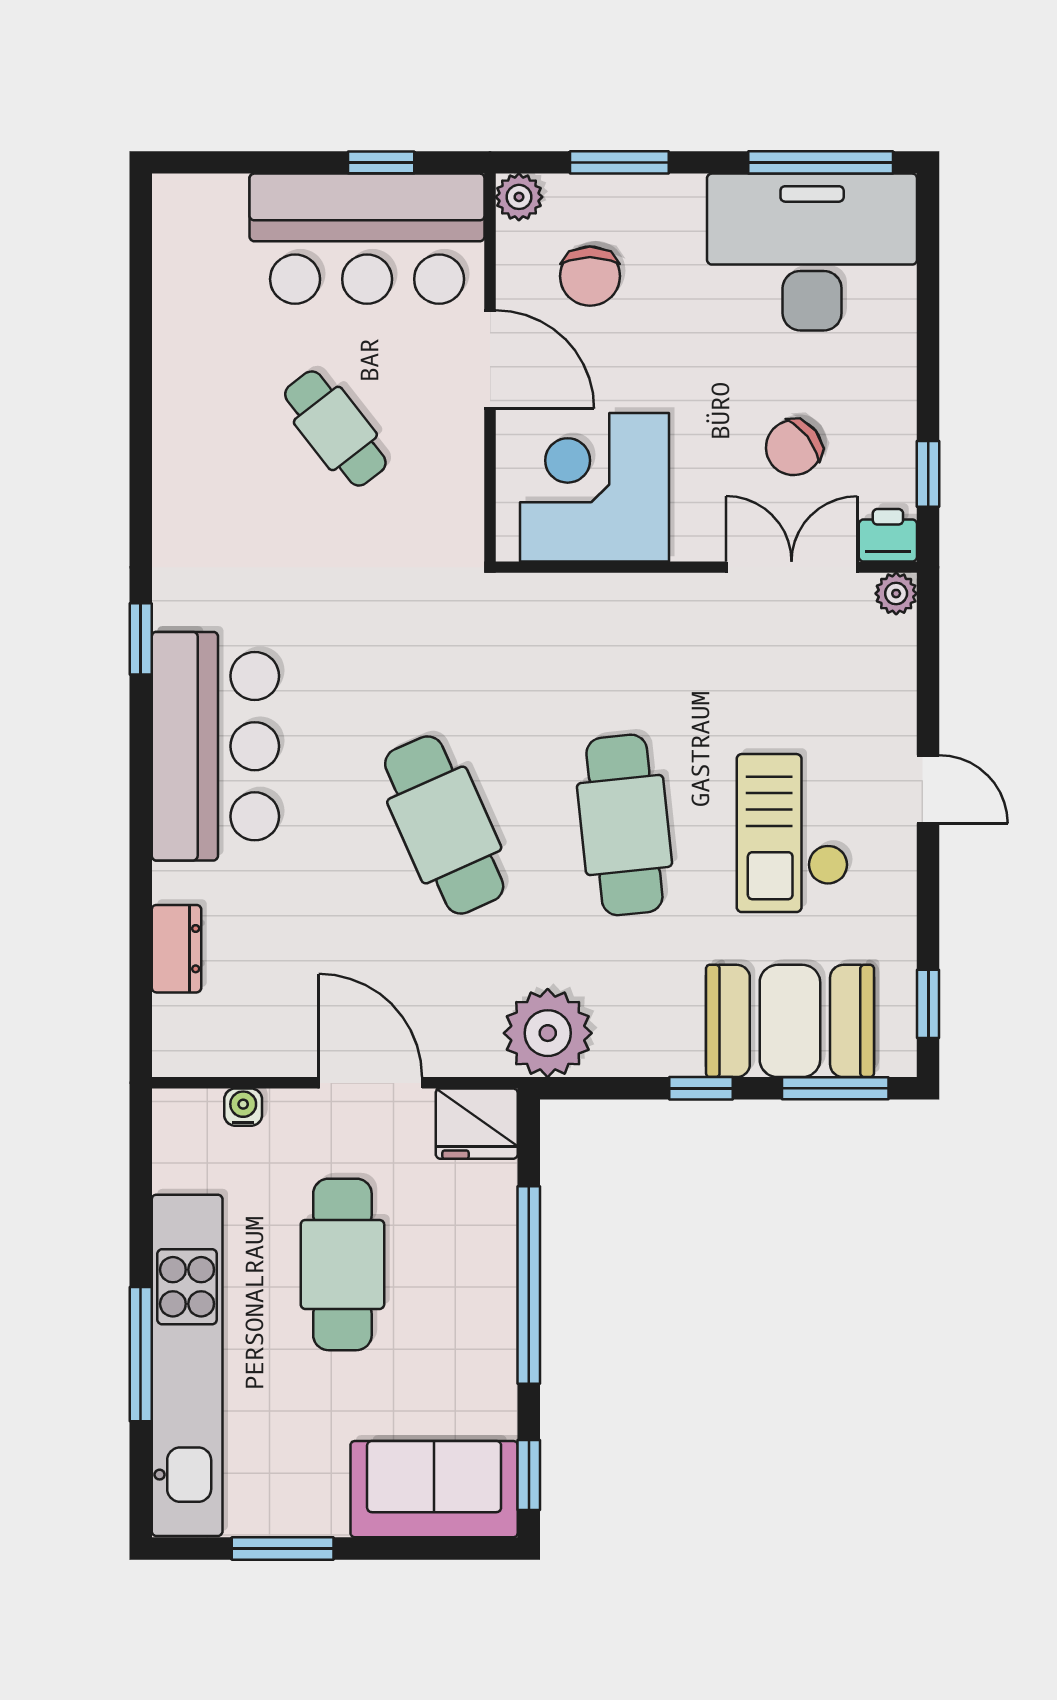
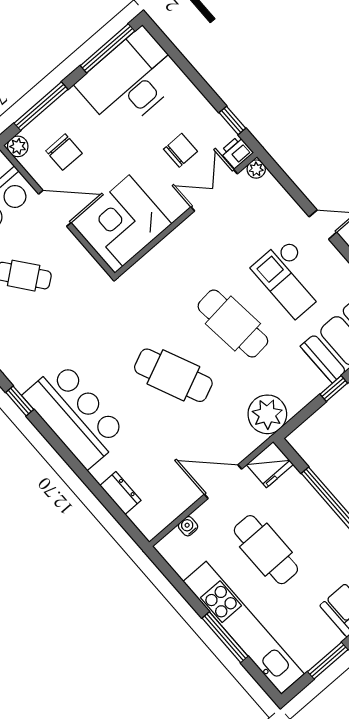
window: (619, 162) -> (41, 106), width x1.44
chair: (794, 448) -> (180, 150), turned -142

